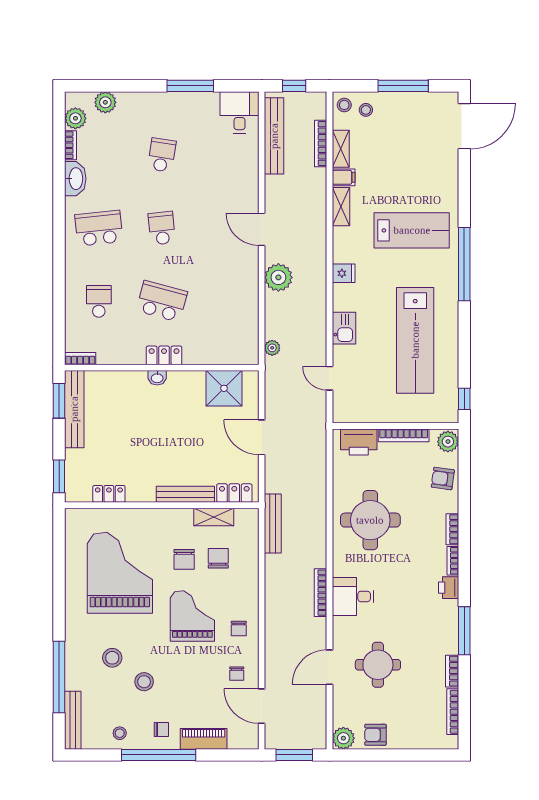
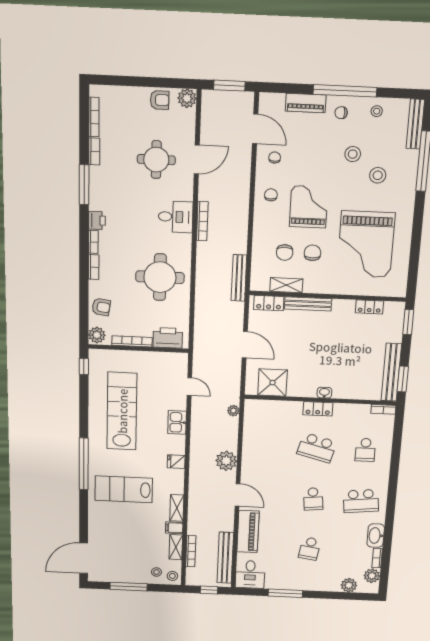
piano: (245, 176) -> (248, 532), added
grand piano: (192, 616) -> (309, 207), turned 180

